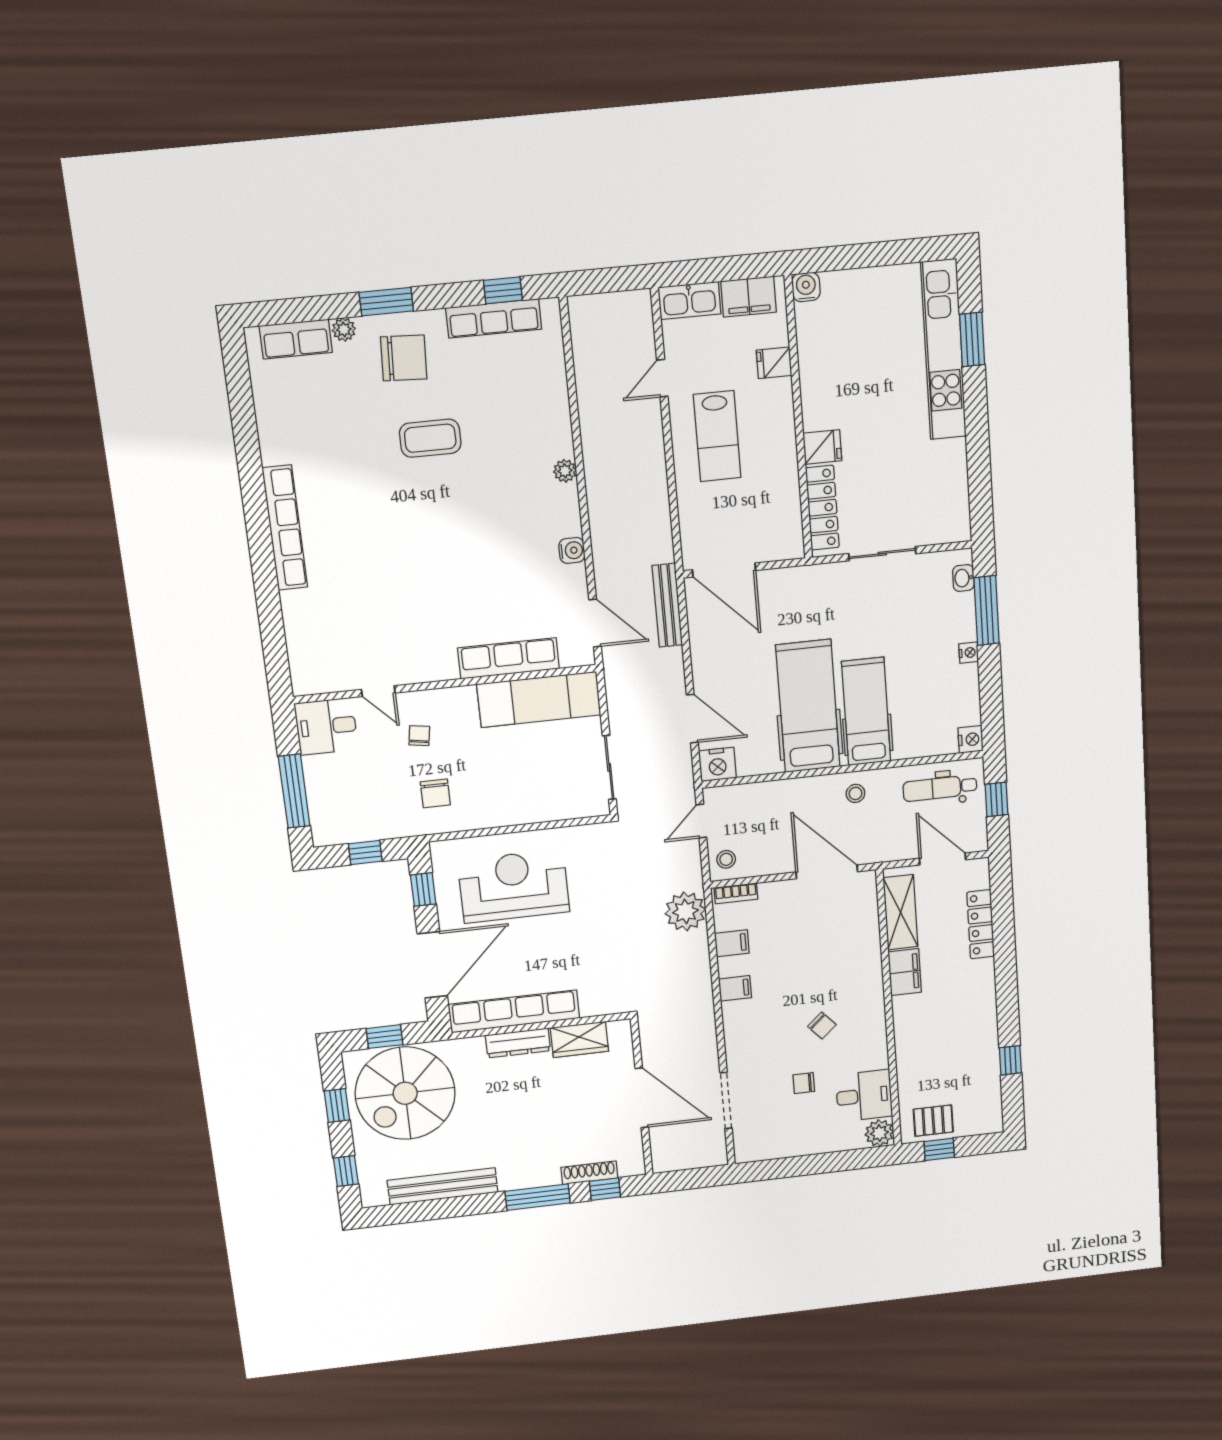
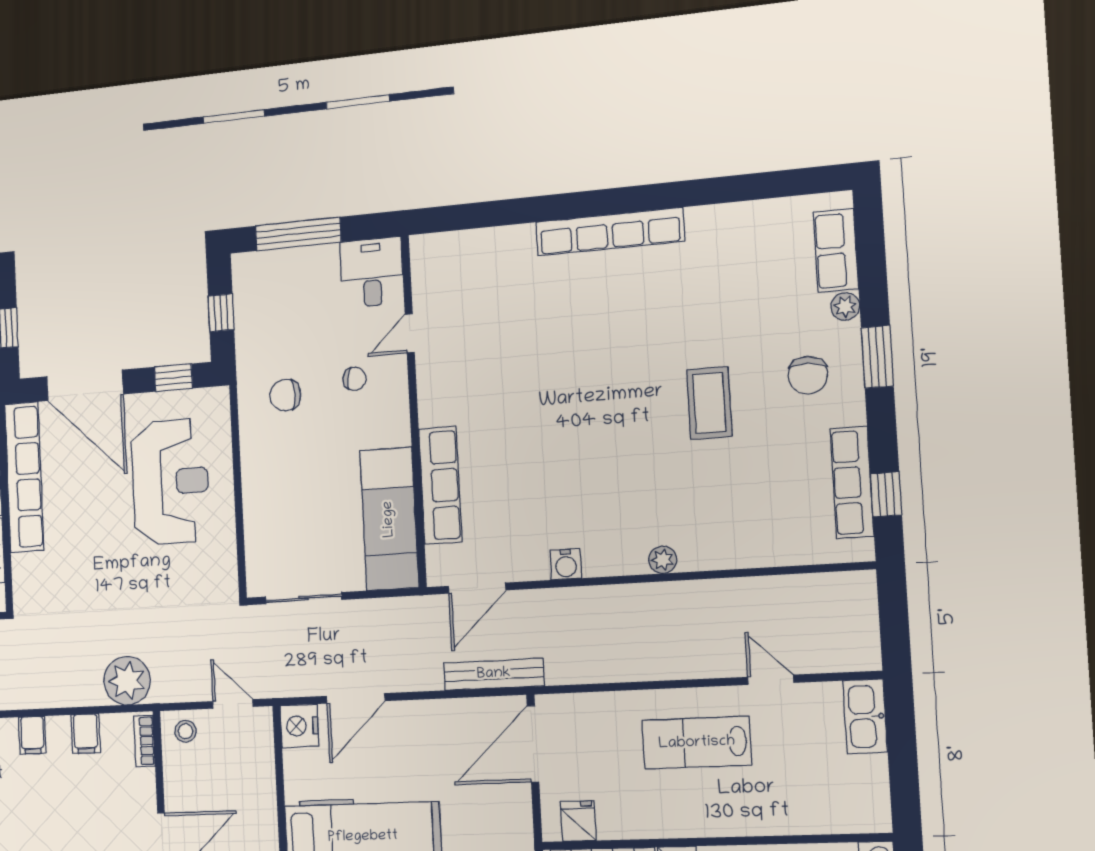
filing cabinet: (749, 297) -> (867, 788), removed
chair: (404, 358) -> (808, 375), width x0.73, depth x0.73
fridge: (774, 363) -> (578, 821), moved

